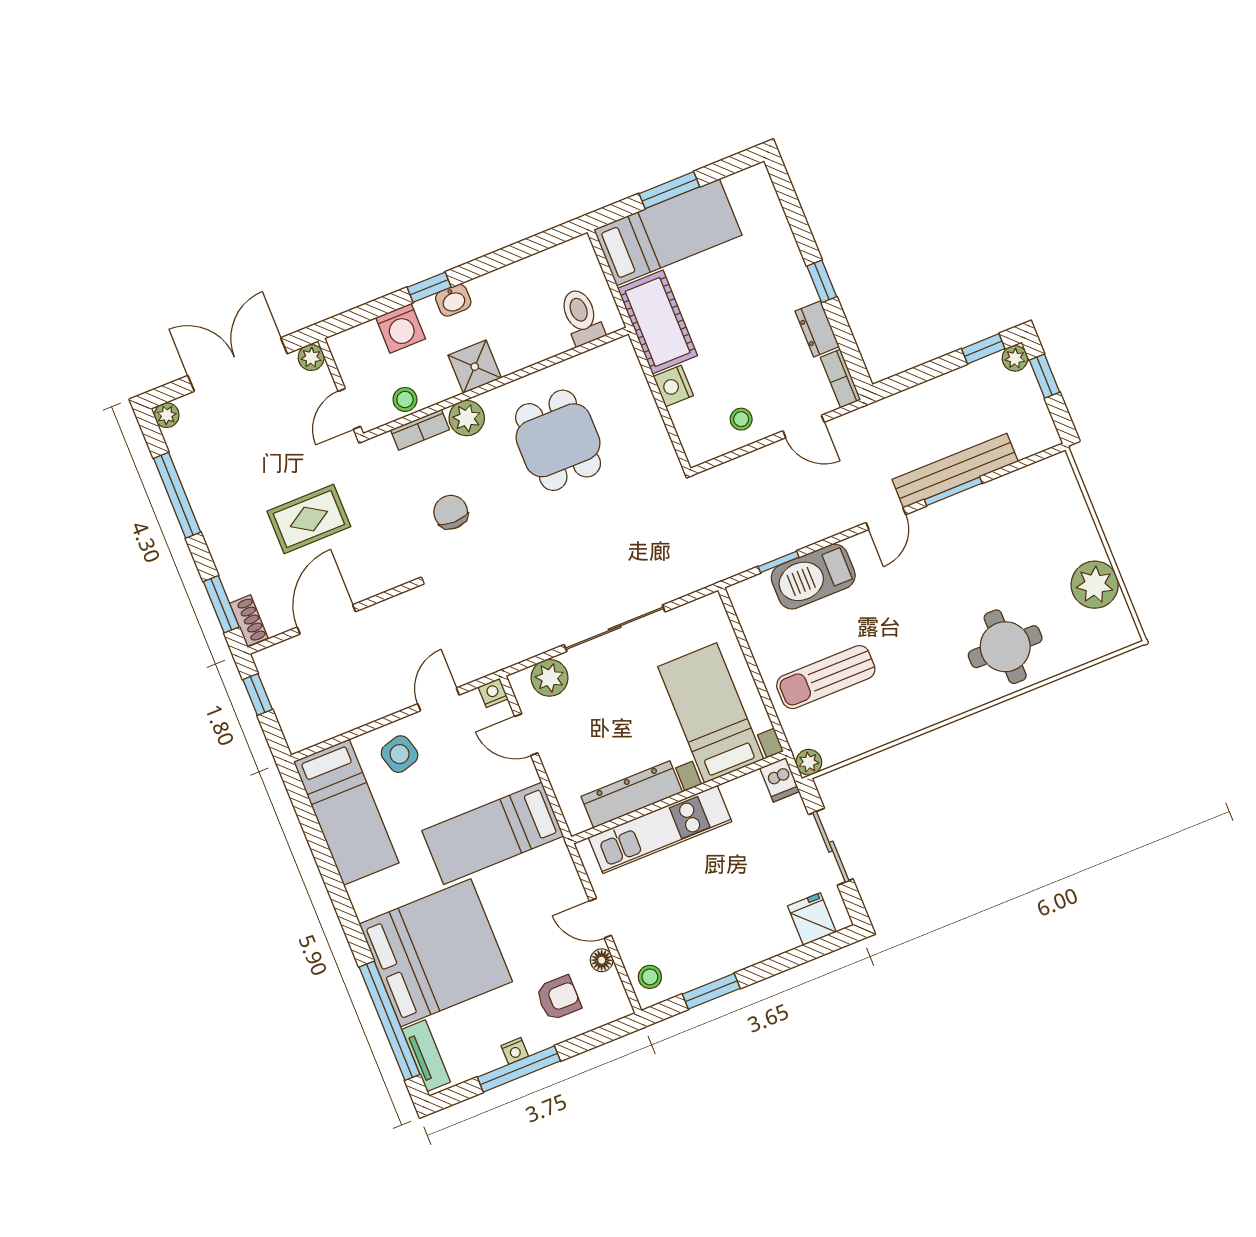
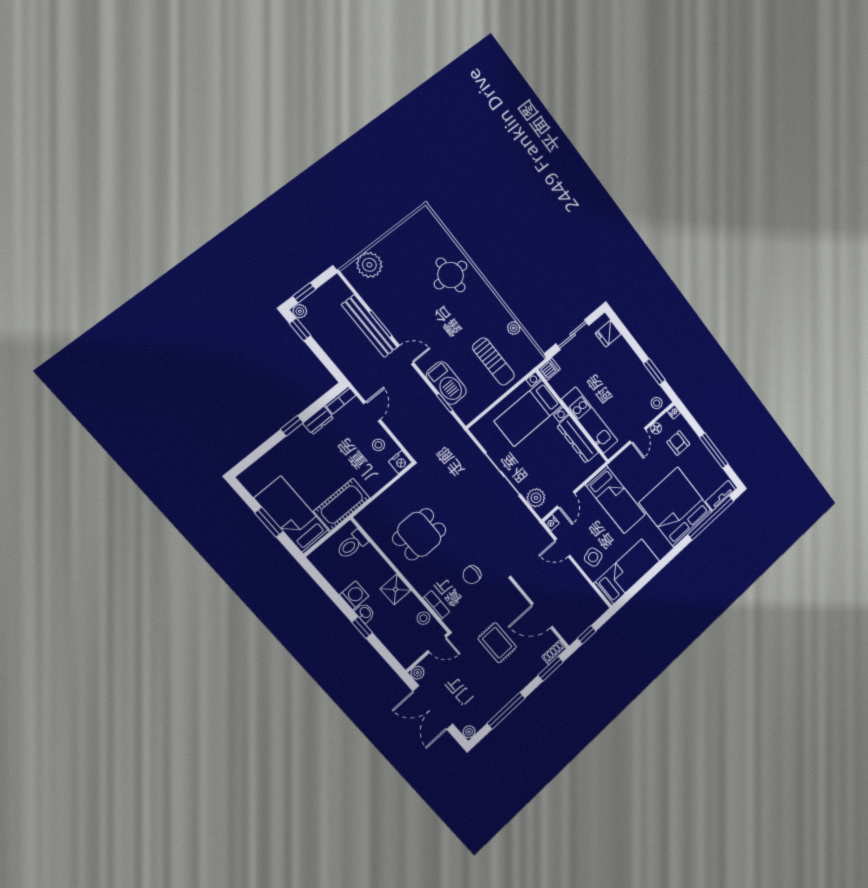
washing machine: (401, 328) -> (354, 595), moved
nightstand: (673, 386) -> (400, 462), moved
plant: (467, 418) -> (423, 584), removed
plant: (1095, 585) -> (369, 265), moved
plant: (809, 762) -> (514, 328), moved
nightstand: (515, 1051) -> (674, 412), moved

